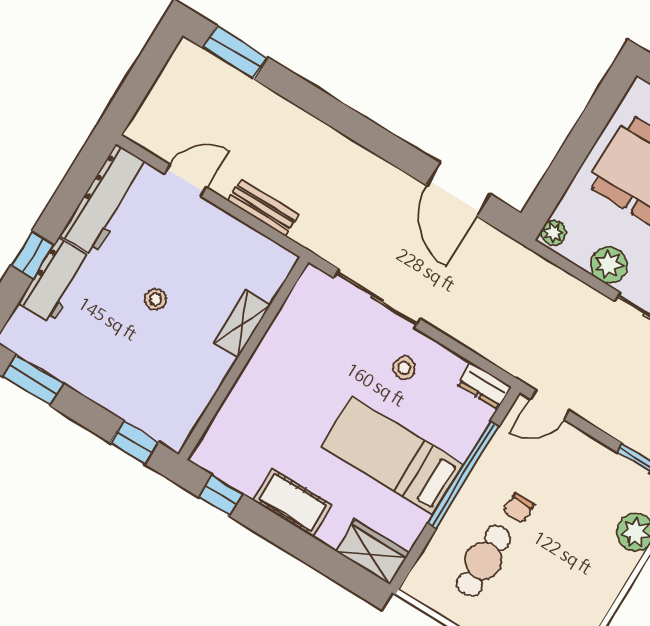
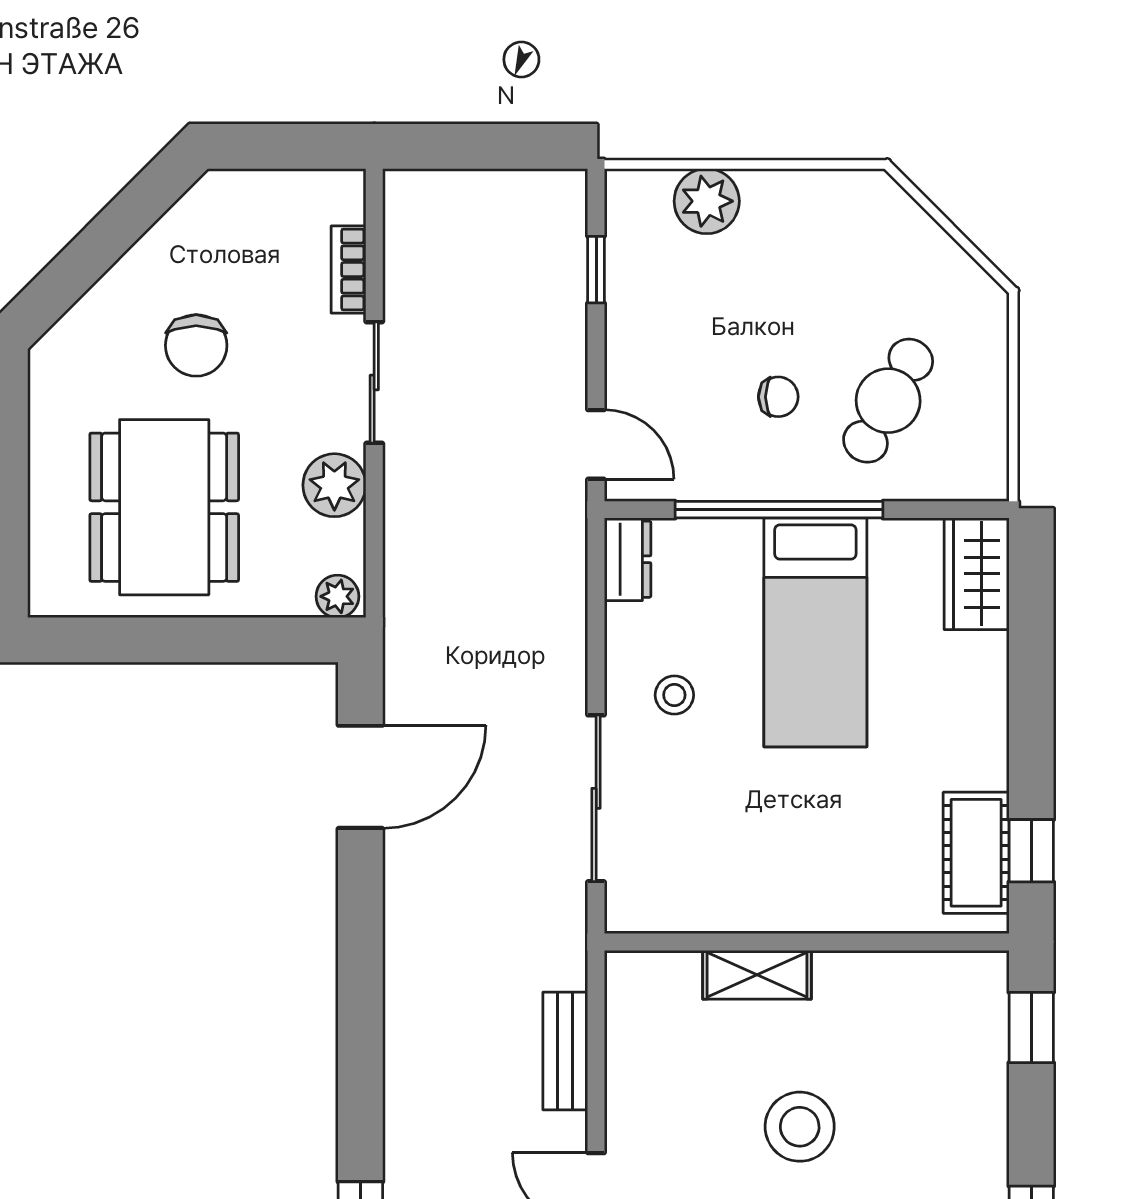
stool: (155, 299) -> (800, 1127), width x1.89, depth x1.89
cot: (293, 503) -> (976, 853), moved
cafe table: (484, 561) -> (888, 401), turned -61

